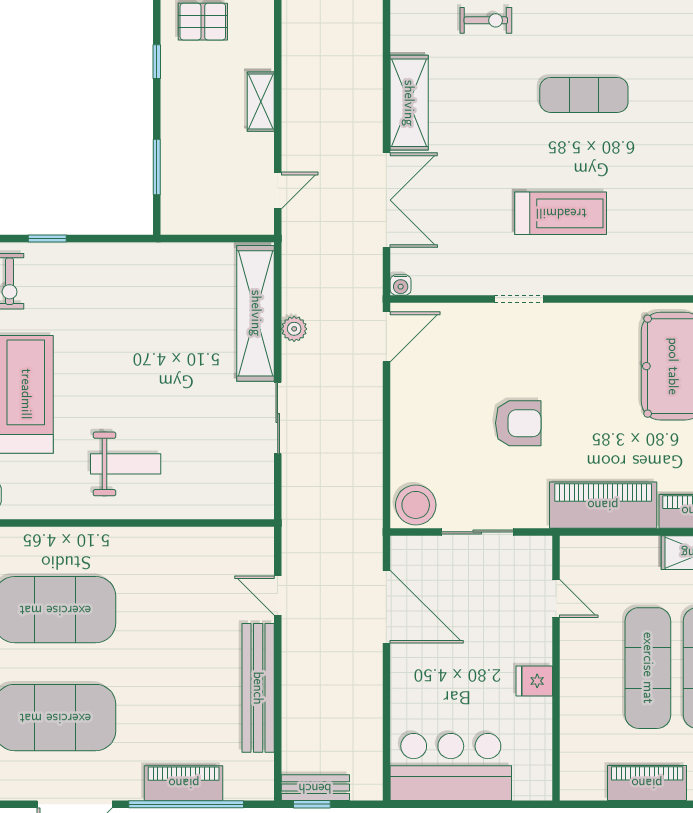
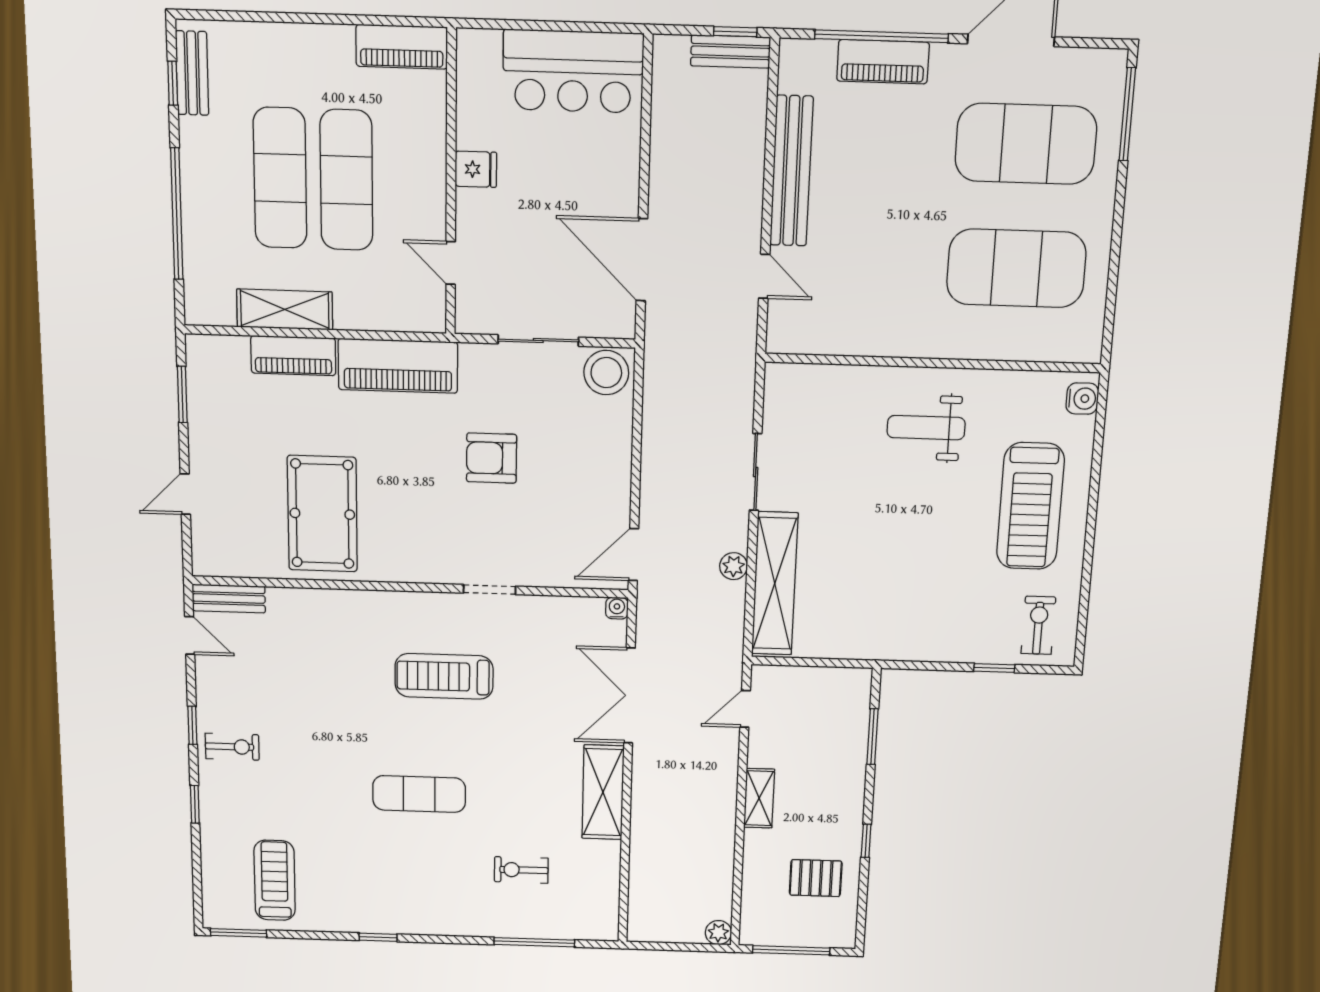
piano: (647, 783) -> (402, 47), moved

